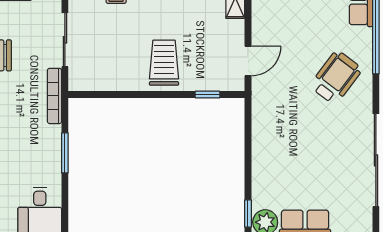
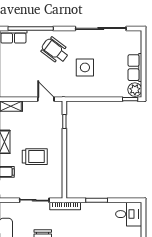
trolley: (164, 63) -> (35, 157), moved, turned 180
side table: (305, 132) -> (85, 67), added

